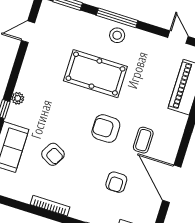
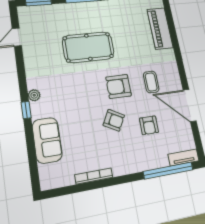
stool: (117, 35) -> (90, 12), removed
armchair: (53, 154) -> (114, 120), moved
bookcase: (50, 206) -> (94, 176), moved

